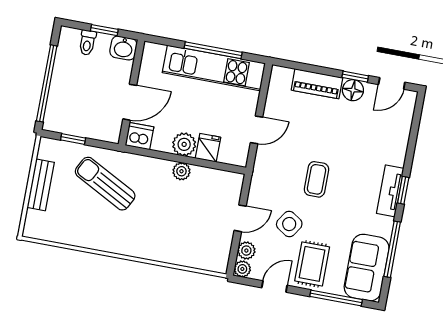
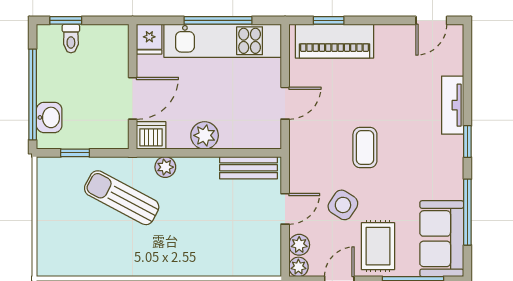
window: (104, 30) -> (66, 20), moved
washbasin: (123, 48) -> (49, 117), moved, turned -90
window: (355, 77) -> (329, 20), moved
piano: (317, 84) -> (335, 41), width x1.37, depth x1.33
floor lamp: (353, 90) -> (388, 37), removed
fridge: (208, 148) -> (149, 39), moved, turned 180
plant: (181, 171) -> (165, 167), moved
bench: (41, 185) -> (249, 168), moved, turned 90
tv unit: (390, 191) -> (453, 105), moved

